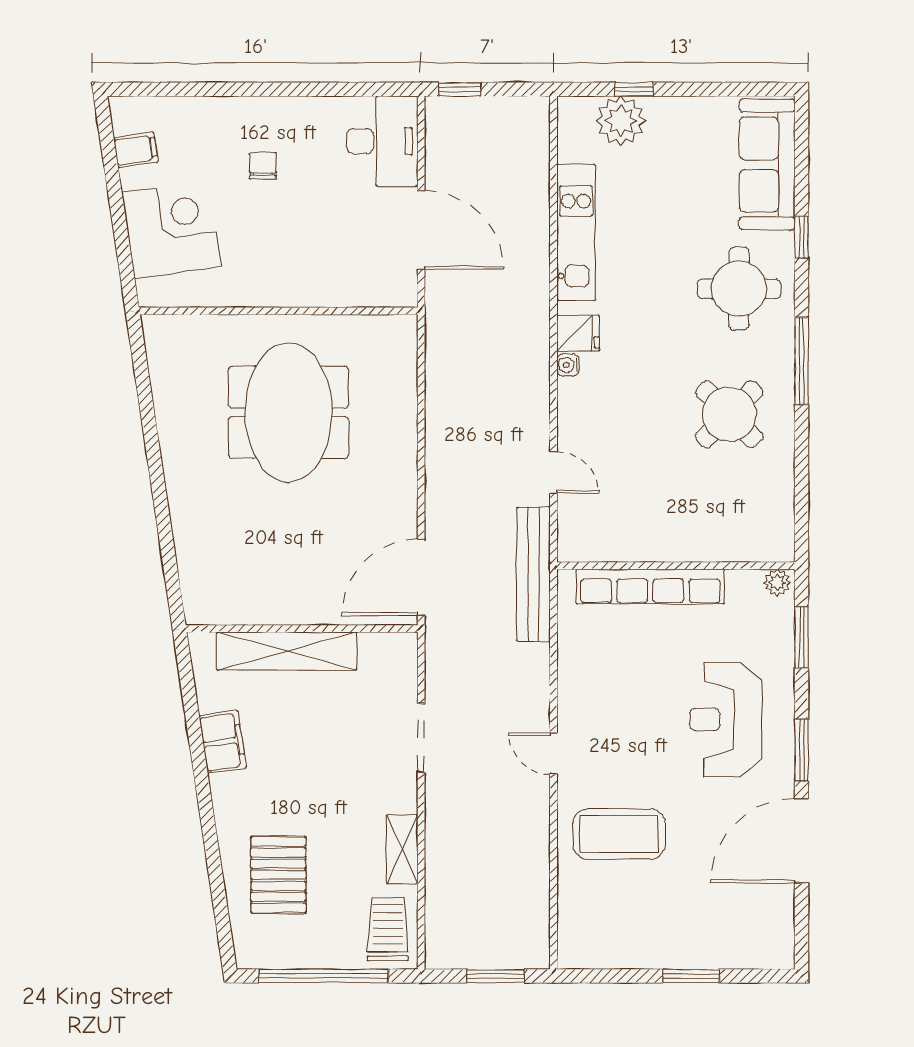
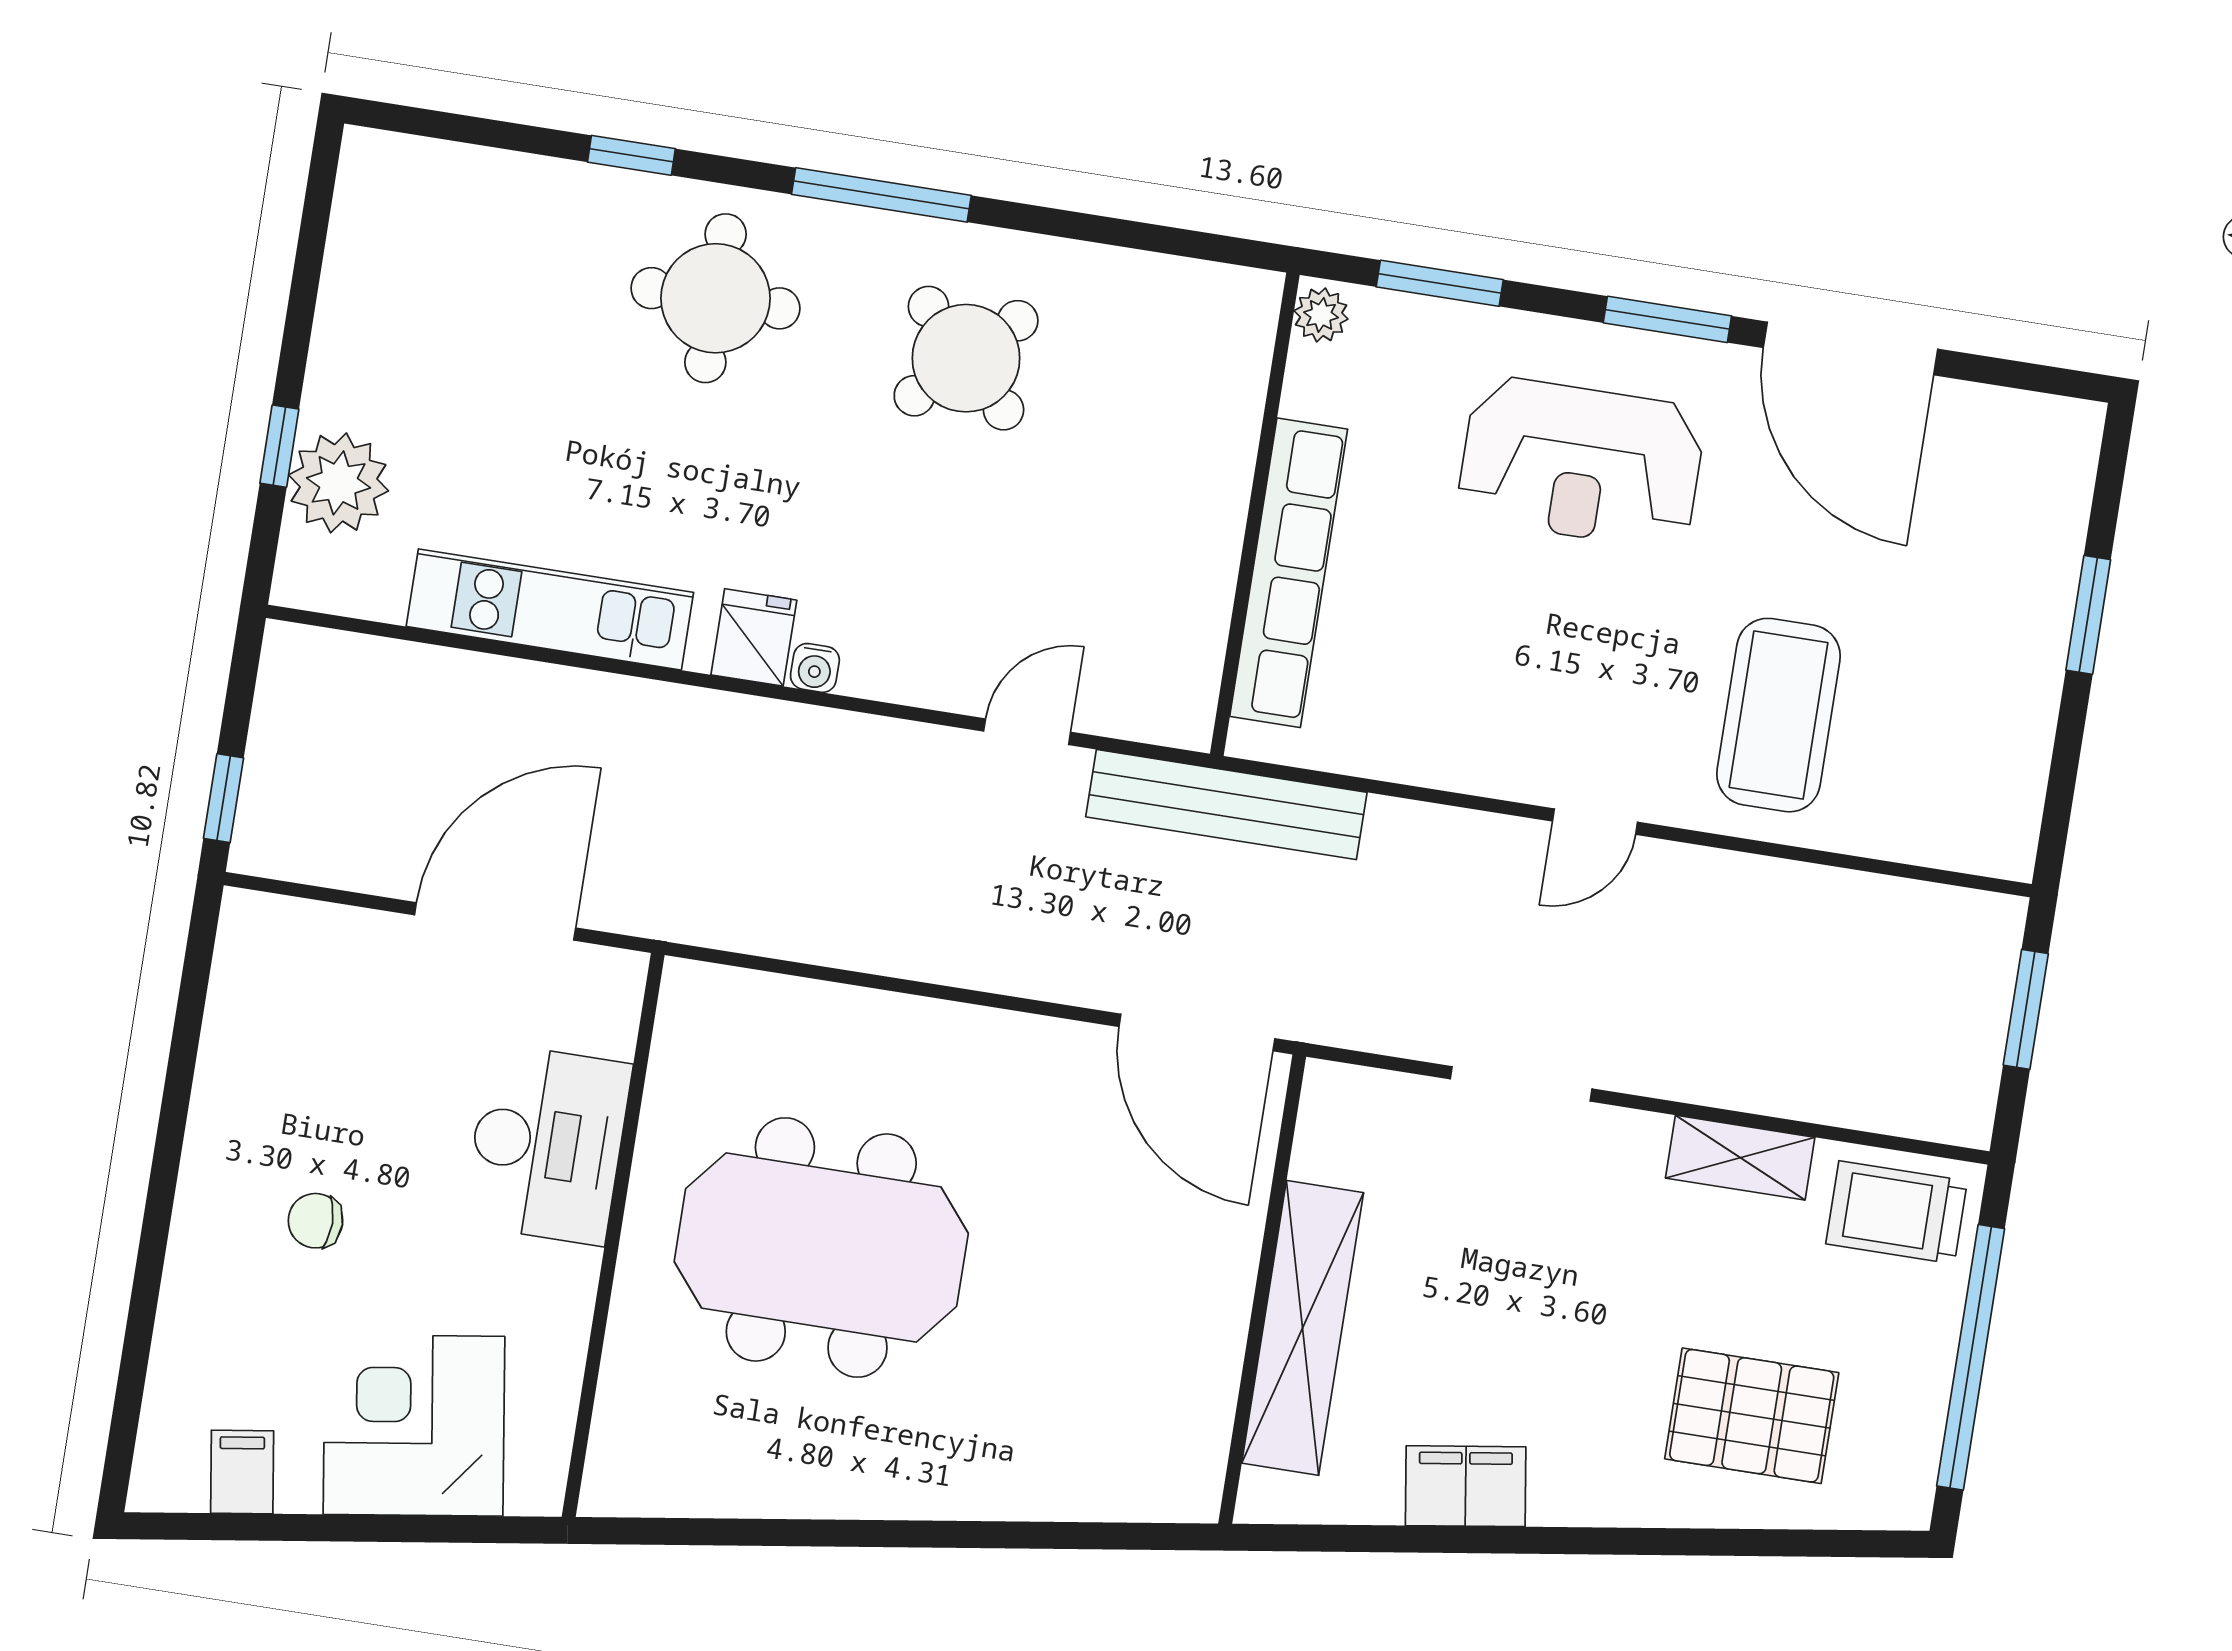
desk: (382, 141) -> (547, 1144), moved, turned 90
sofa: (767, 164) -> (474, 202), removed

